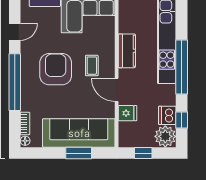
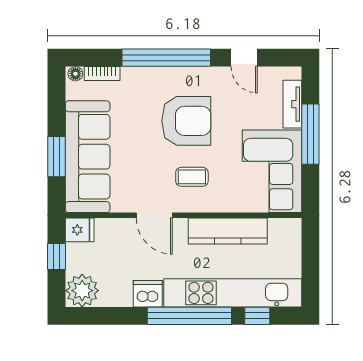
kitchen counter: (127, 51) -> (228, 231), width x1.50
door: (117, 90) -> (154, 215), swing flipped
fridge: (128, 113) -> (80, 230), moved, turned -90
dishwasher: (167, 115) -> (148, 294), moved
window: (182, 120) -> (257, 316), moved

